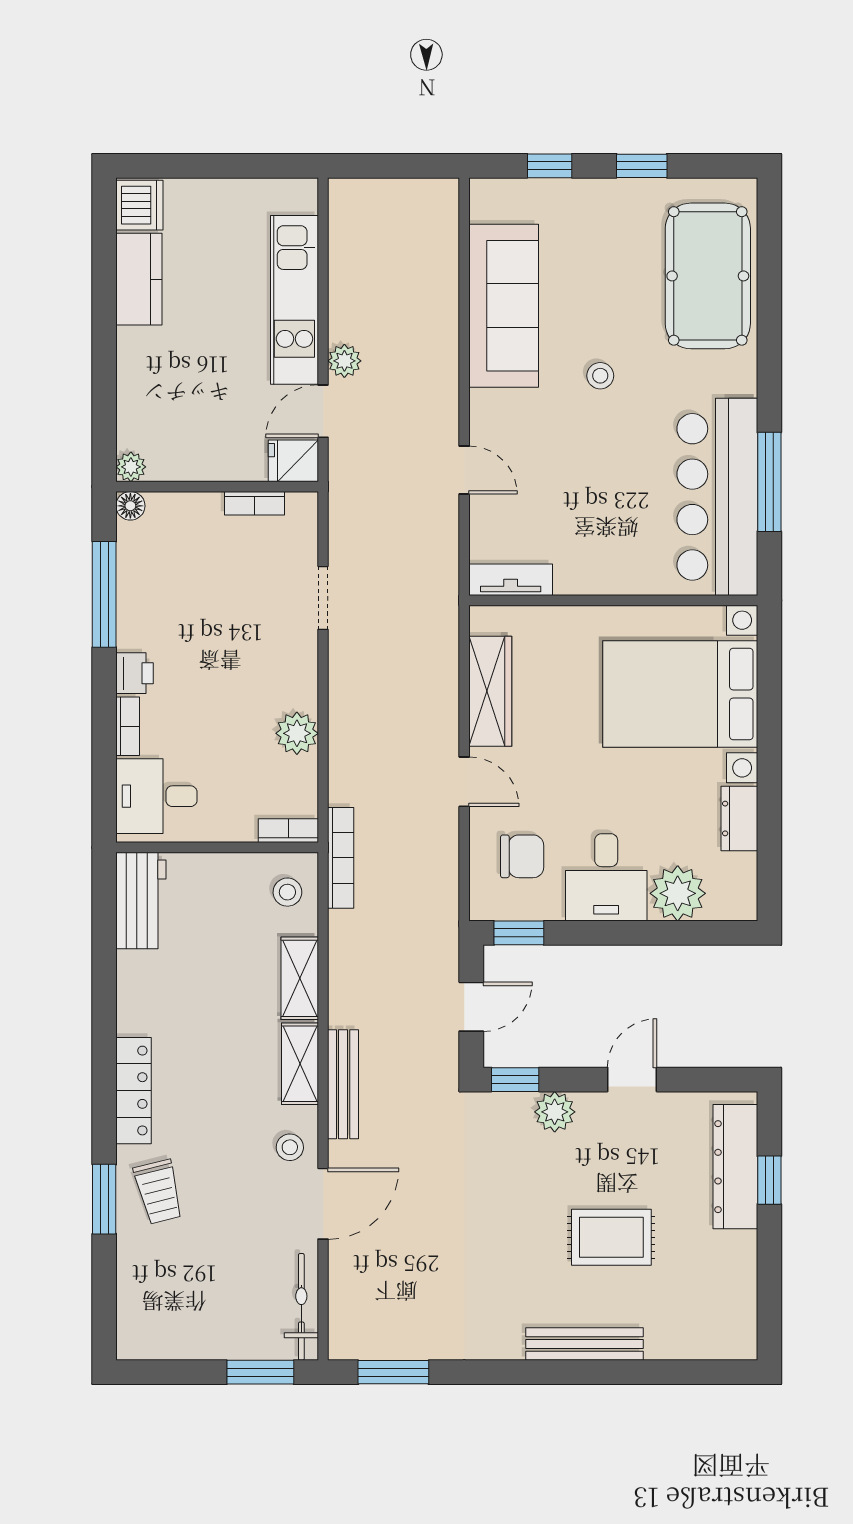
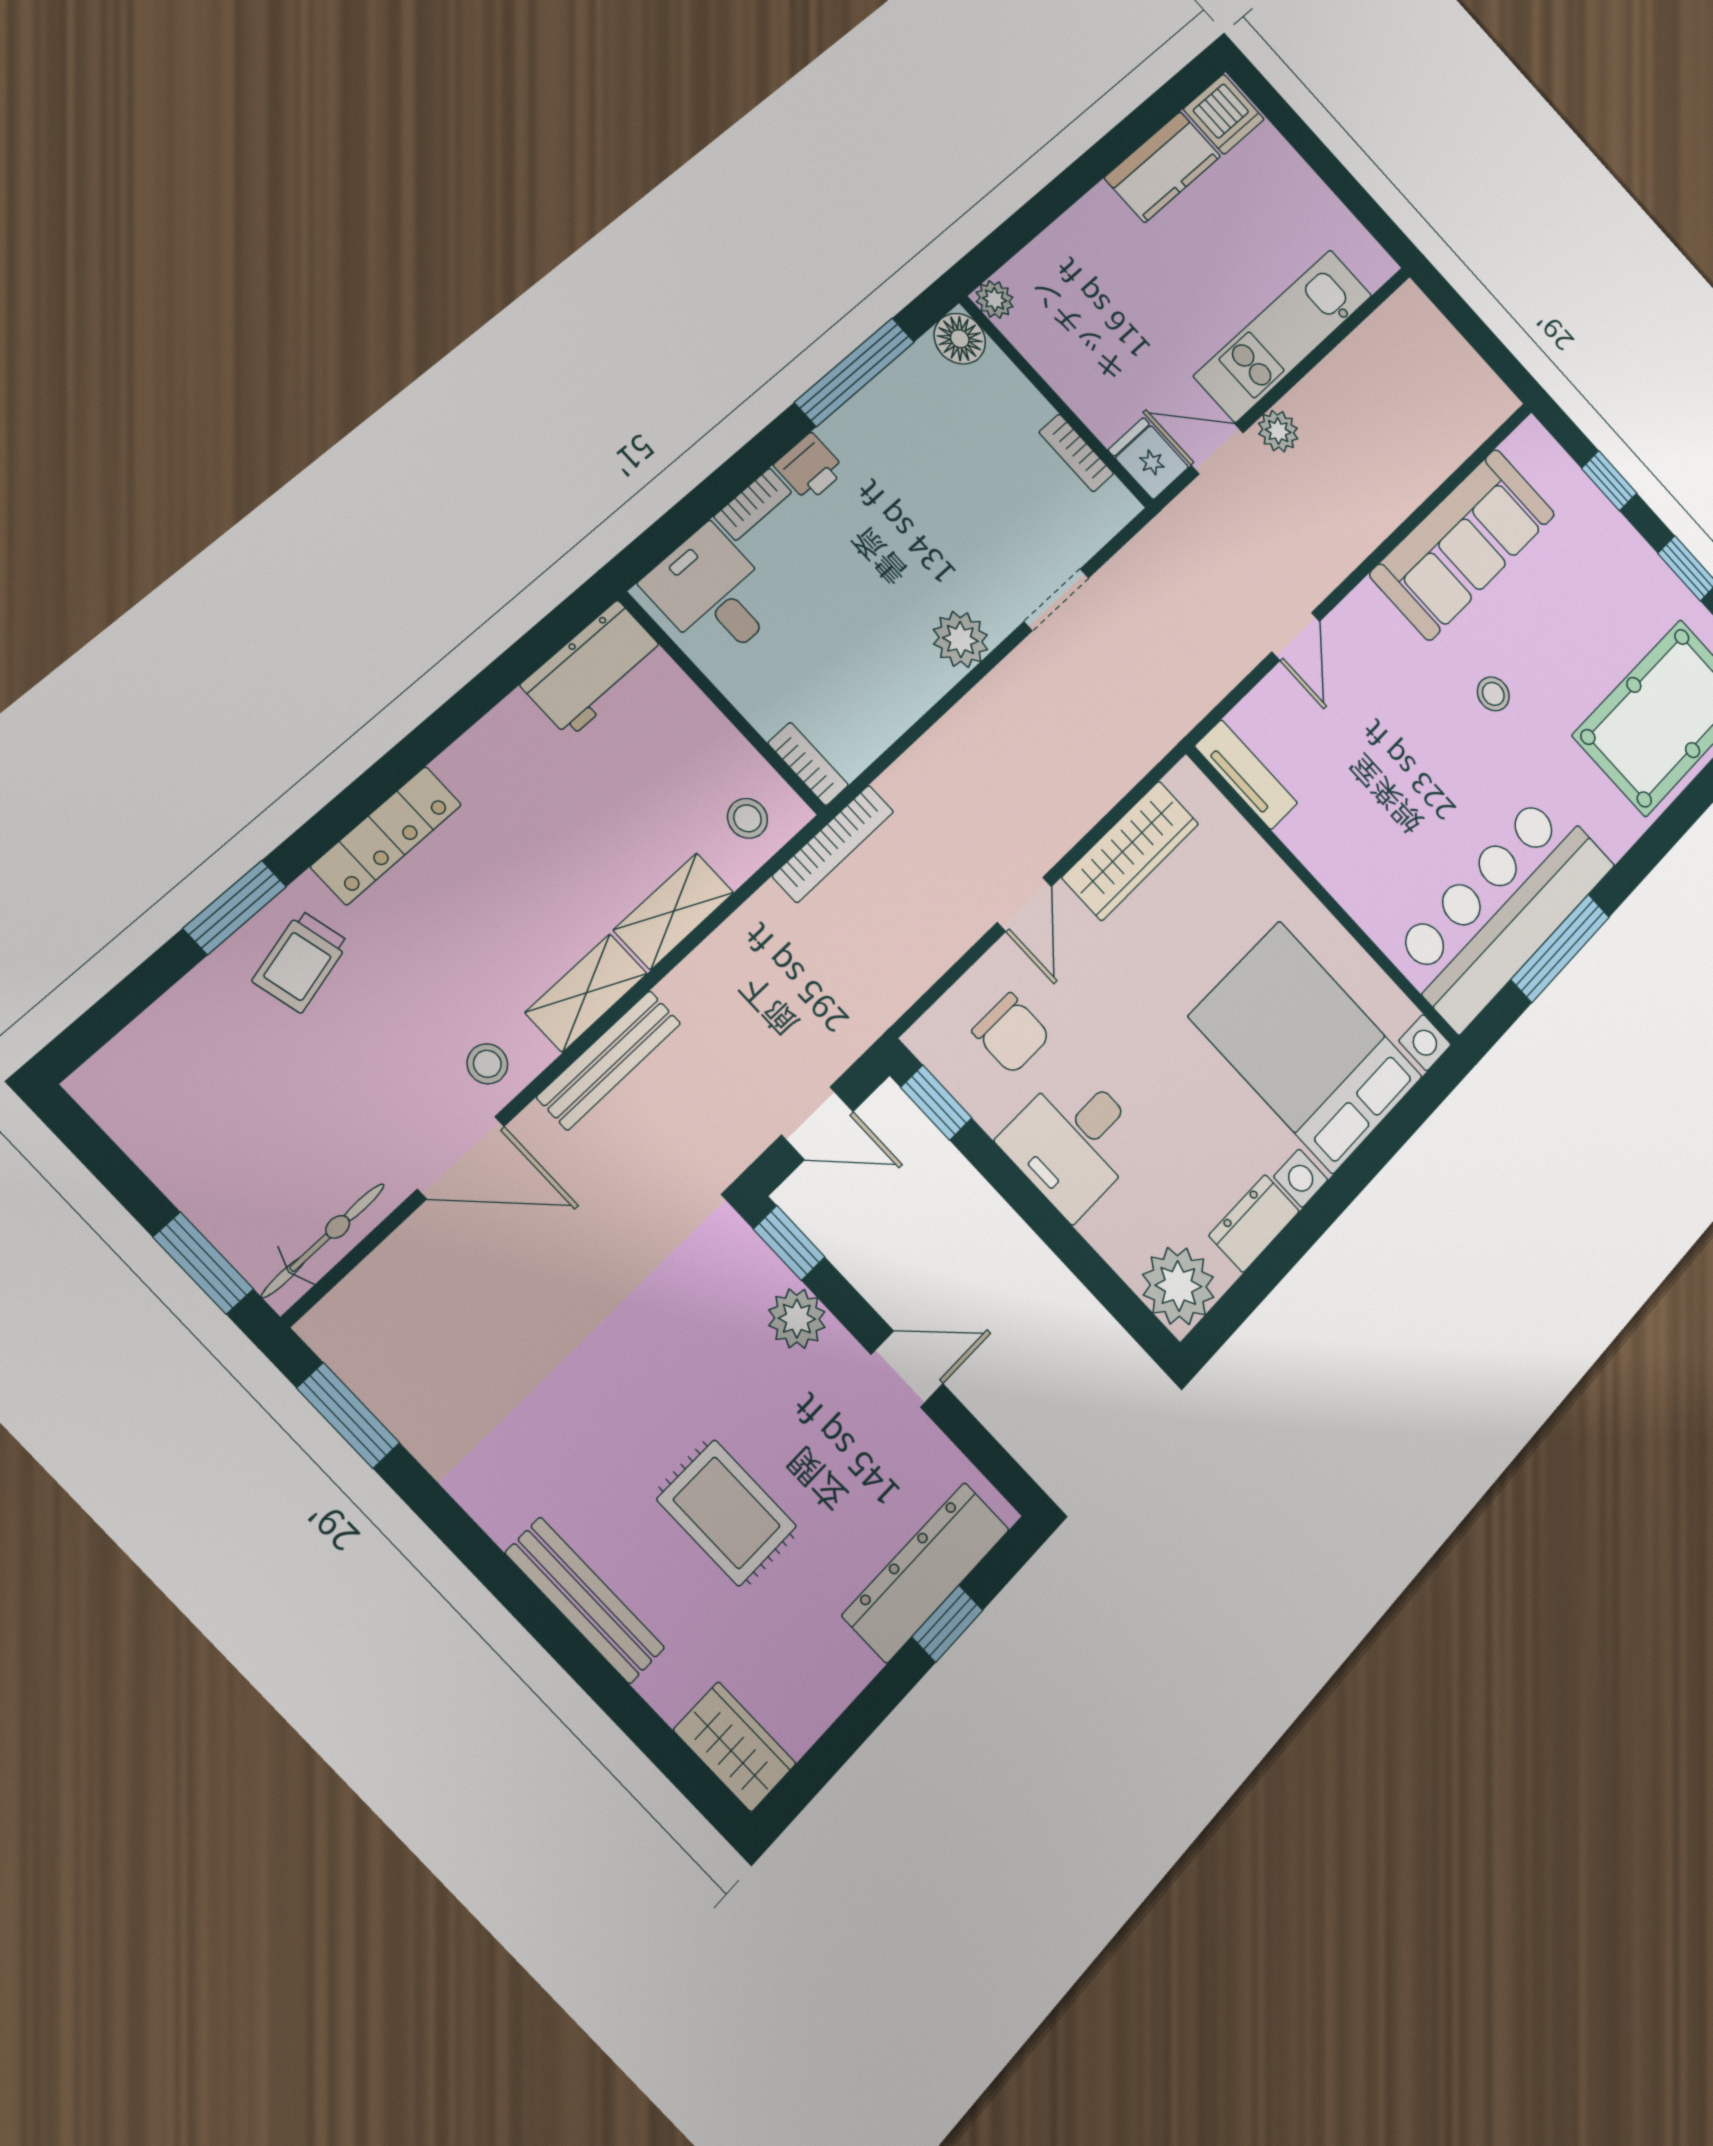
floor lamp: (130, 506) -> (960, 339), width x1.37, depth x1.37
plant: (297, 733) -> (960, 639), moved
plant: (678, 893) -> (1178, 1286), moved
wardrobe: (720, 1339) -> (735, 1747), added

